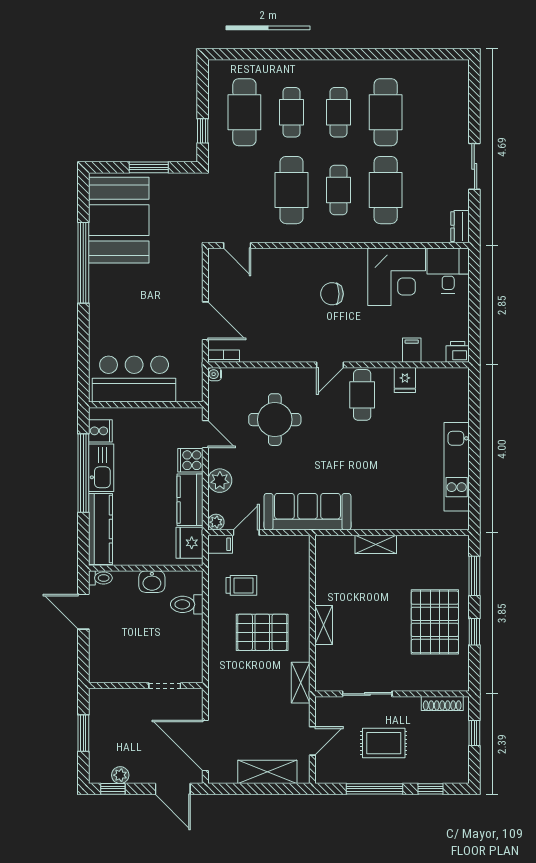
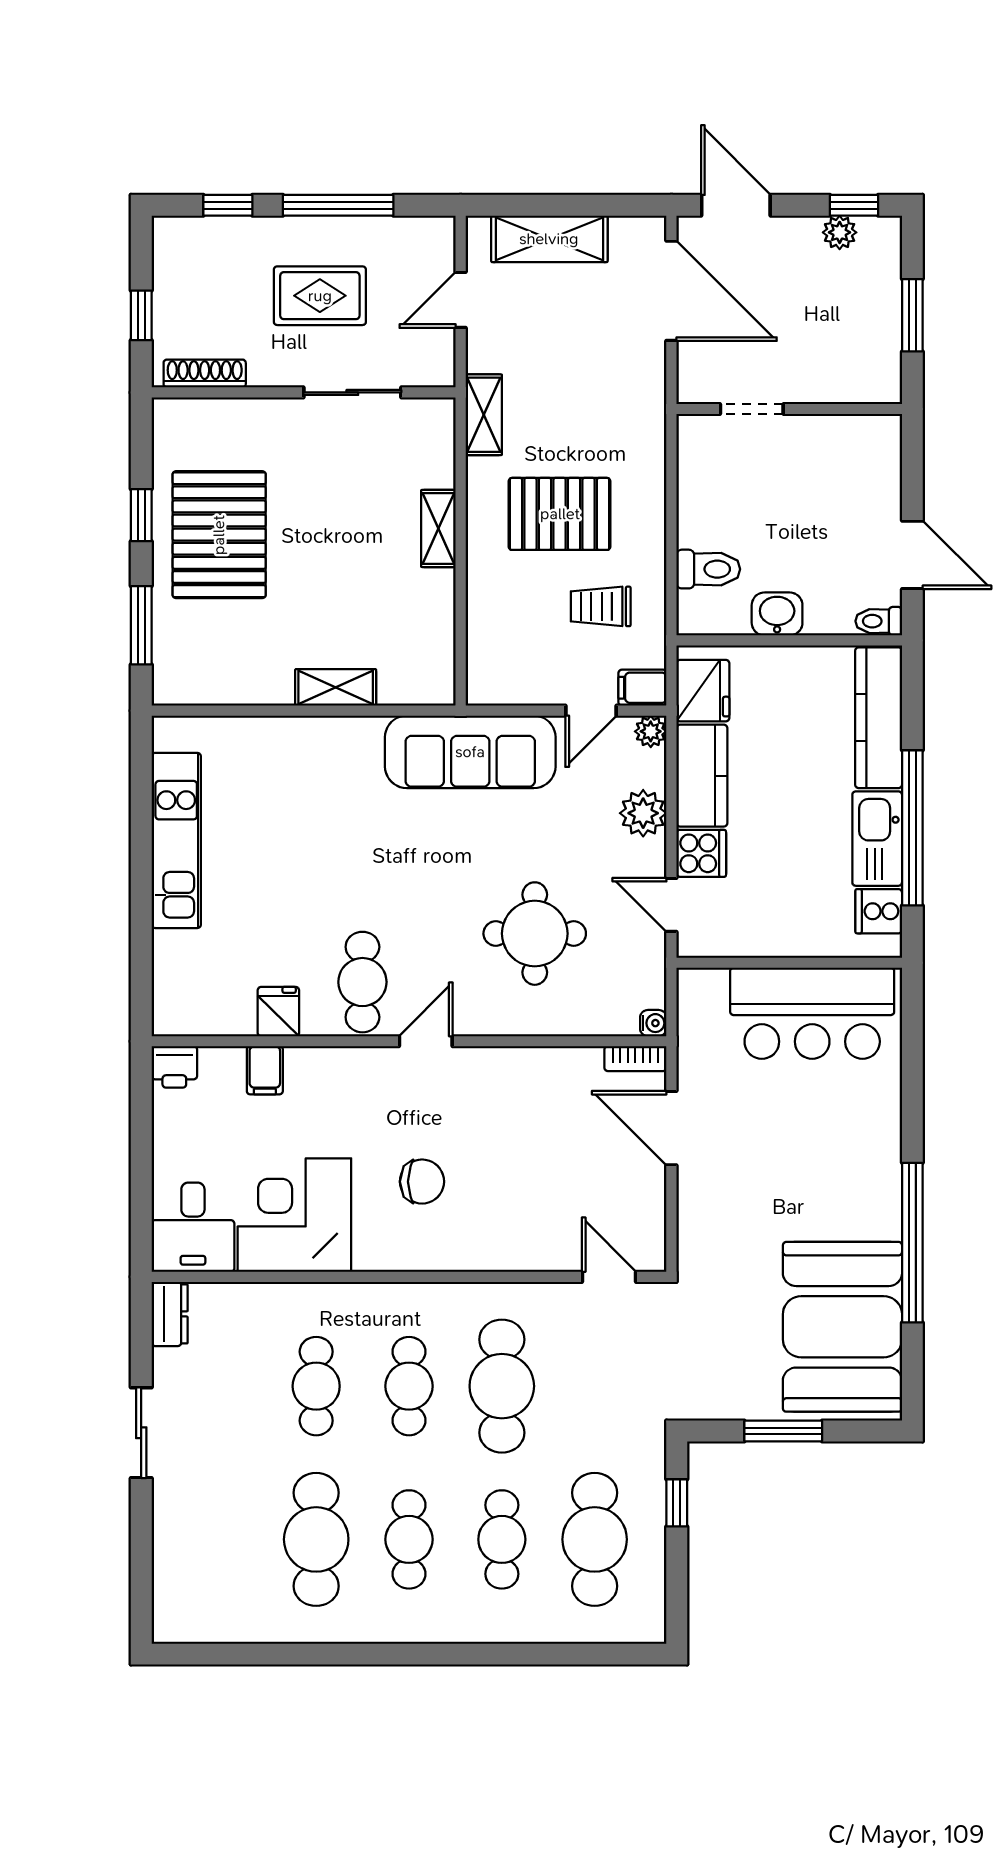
cafe table: (386, 190) -> (316, 1386), width x0.73, depth x0.74

